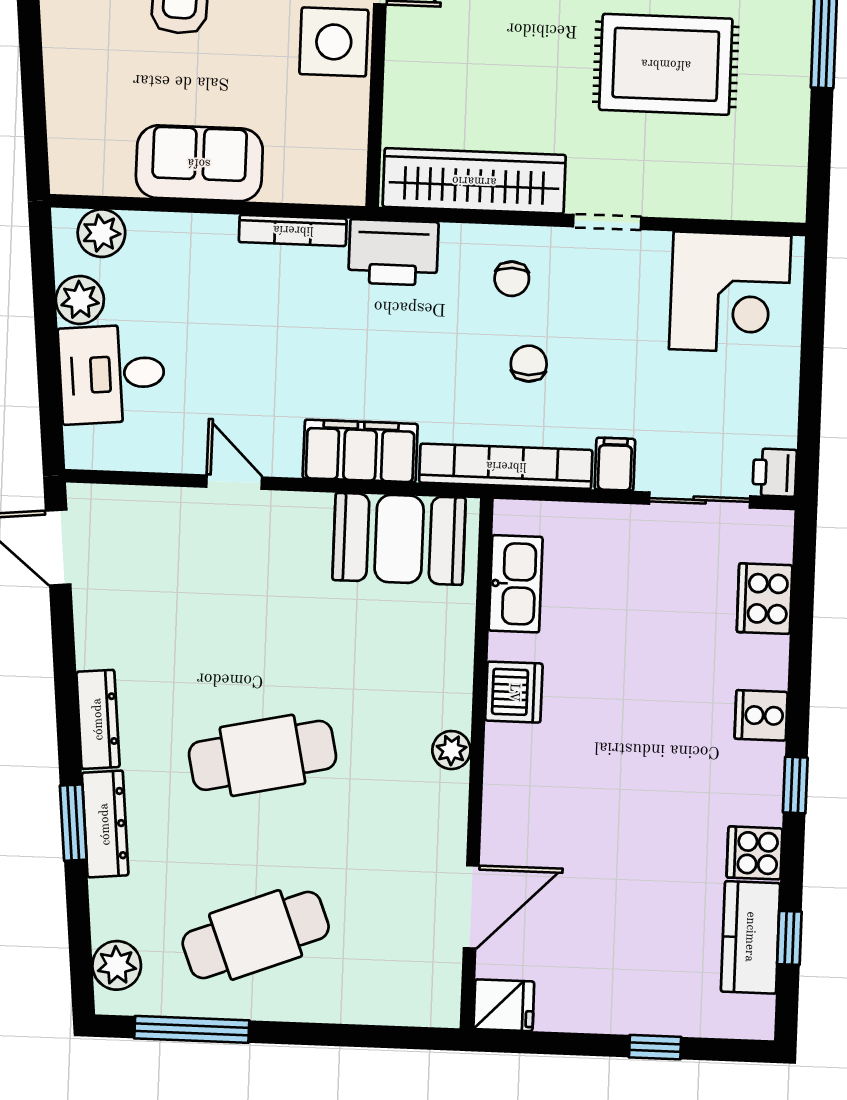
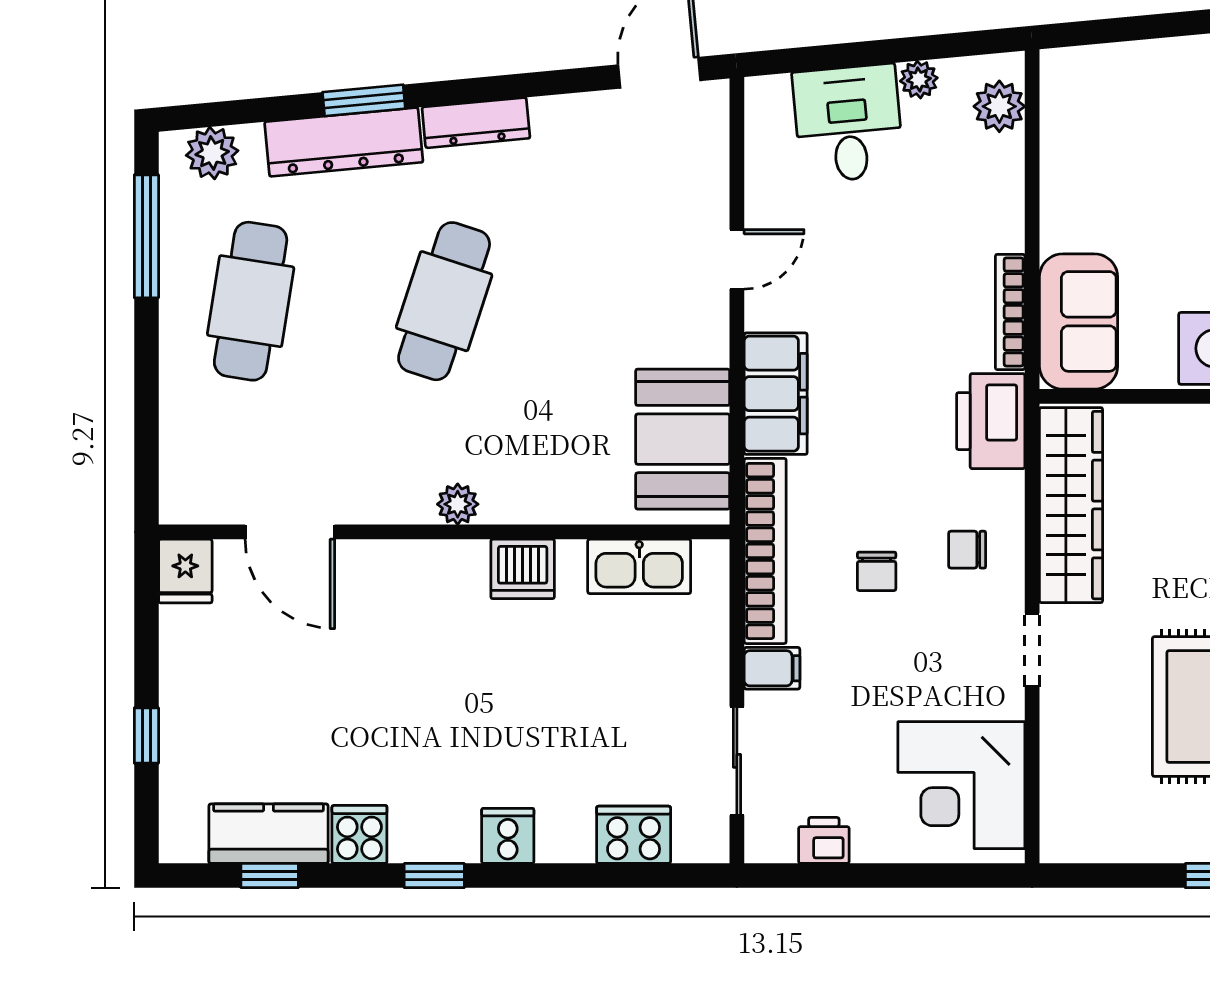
sofa: (199, 163) -> (1079, 321), moved
plant: (80, 300) -> (919, 79), width x0.73, depth x0.73
chair: (529, 364) -> (877, 571), turned 90
printer: (775, 473) -> (824, 840), moved
cafe table: (262, 755) -> (444, 301), turned 30
dresser: (105, 824) -> (344, 142), width x1.37, depth x1.24
cafe table: (256, 935) -> (251, 301), turned 30

